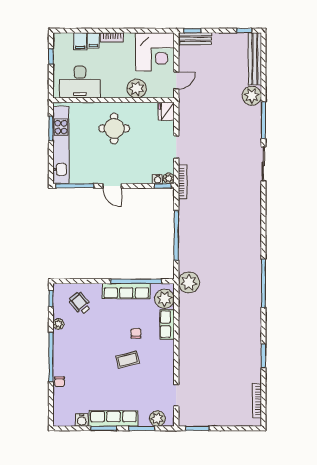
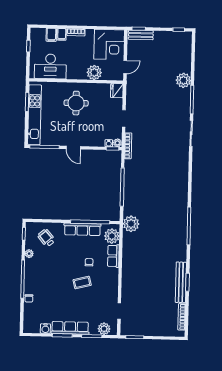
bench: (255, 59) -> (181, 282), moved

